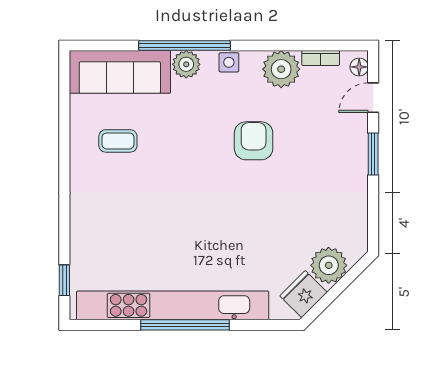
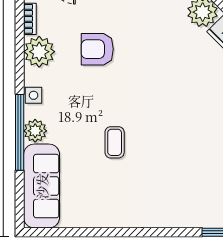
coffee table: (118, 141) -> (115, 142), moved
armchair: (254, 141) -> (97, 49), moved

